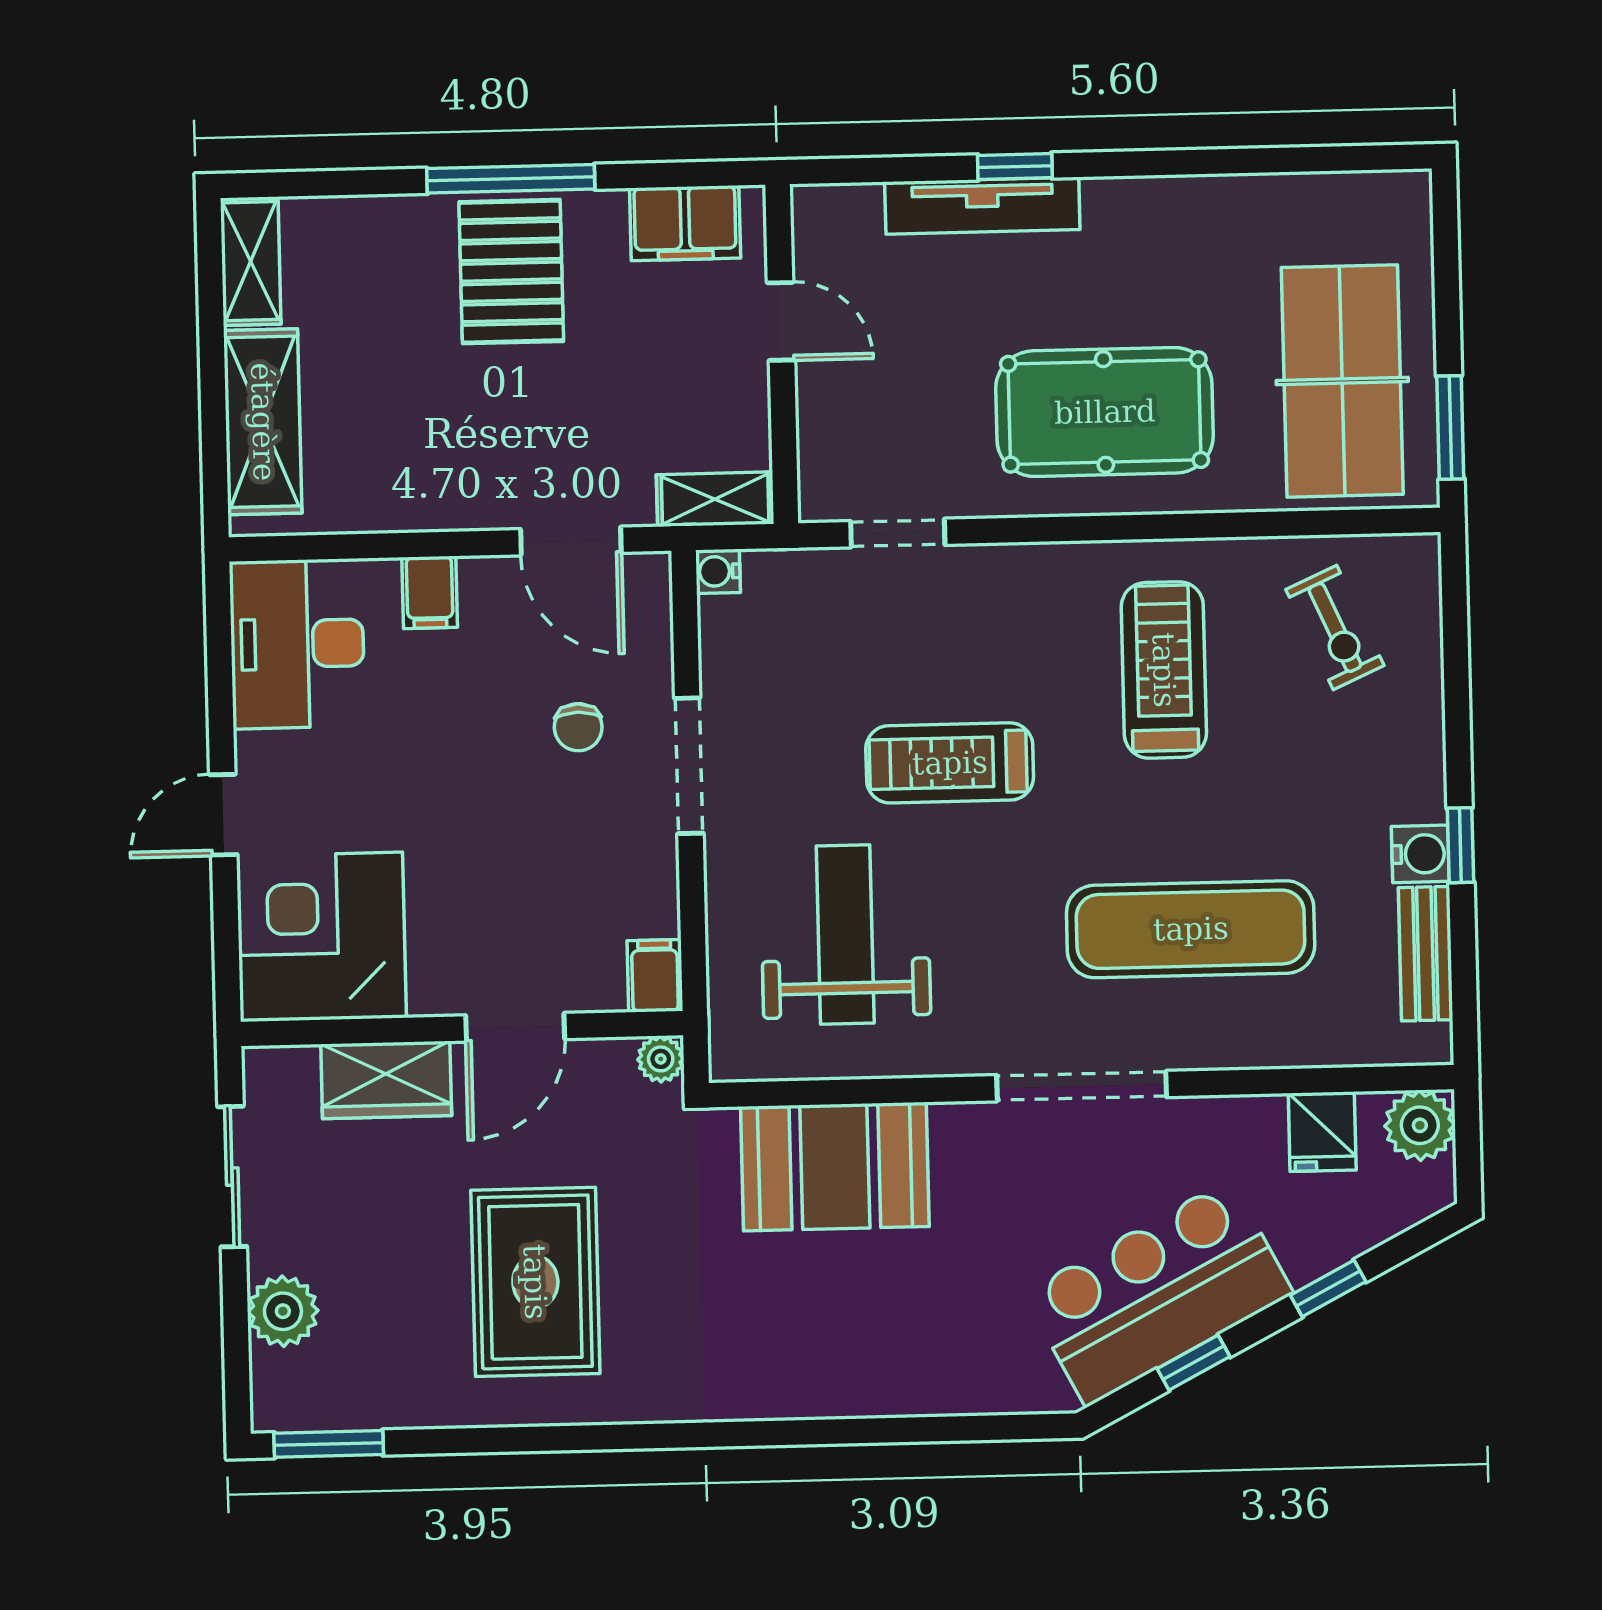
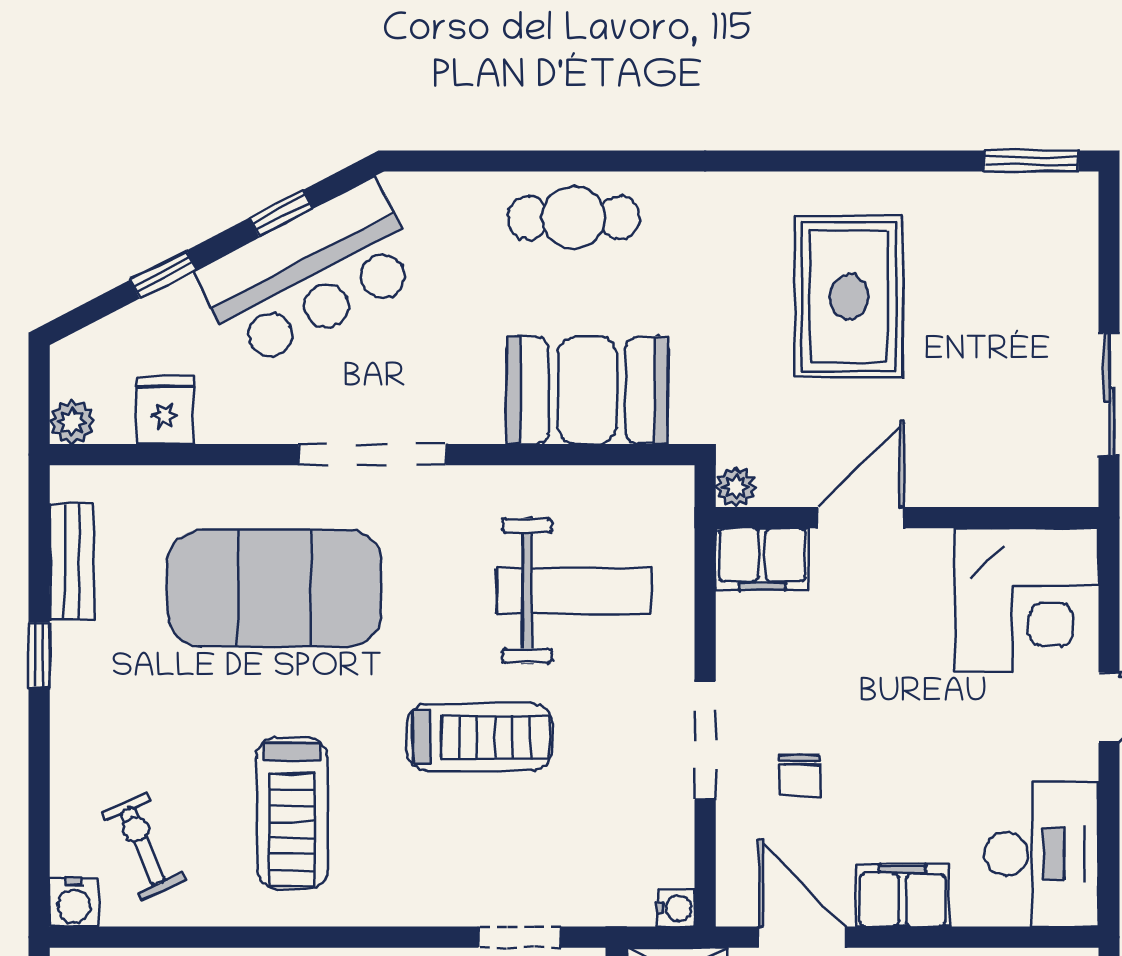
filing cabinet: (430, 592) -> (903, 896), width x2.00
chair: (578, 727) -> (800, 776), turned 180
water cooler: (1420, 854) -> (74, 902), moved, turned -90
exercise mat: (1191, 929) -> (274, 588), width x1.47
weight bench: (845, 935) -> (573, 591), turned -90
filing cabinet: (655, 976) -> (762, 559), width x2.00
wardrobe: (386, 1080) -> (974, 475), removed
plant: (1420, 1125) -> (72, 422), width x0.73, depth x0.73
plant: (283, 1311) -> (1068, 277), removed
cafe table: (855, 1366) -> (574, 218), added

